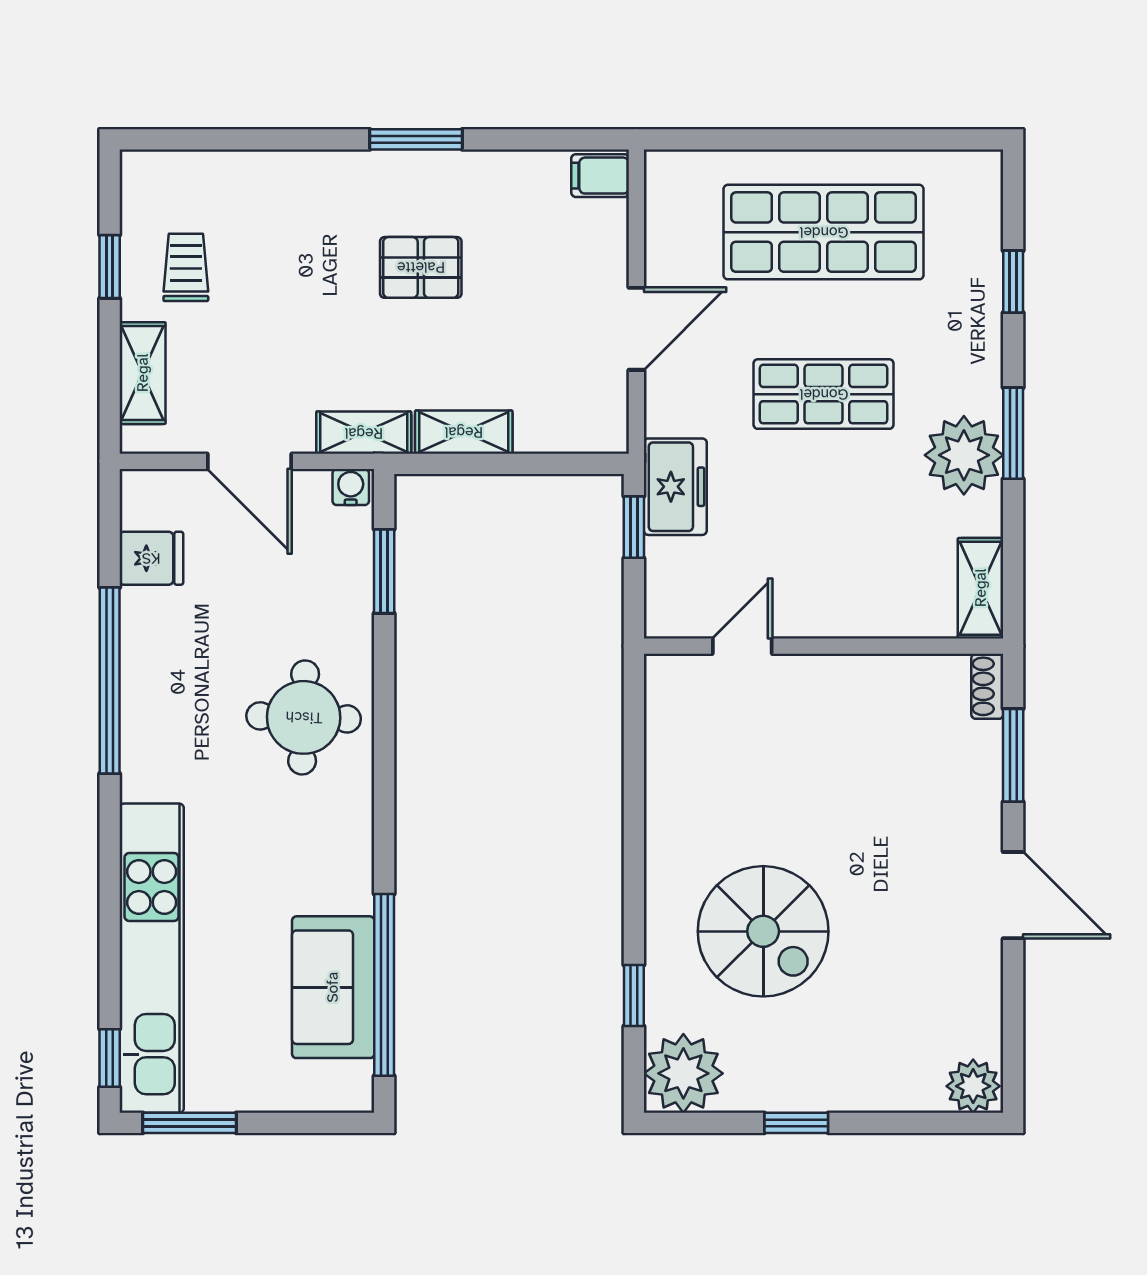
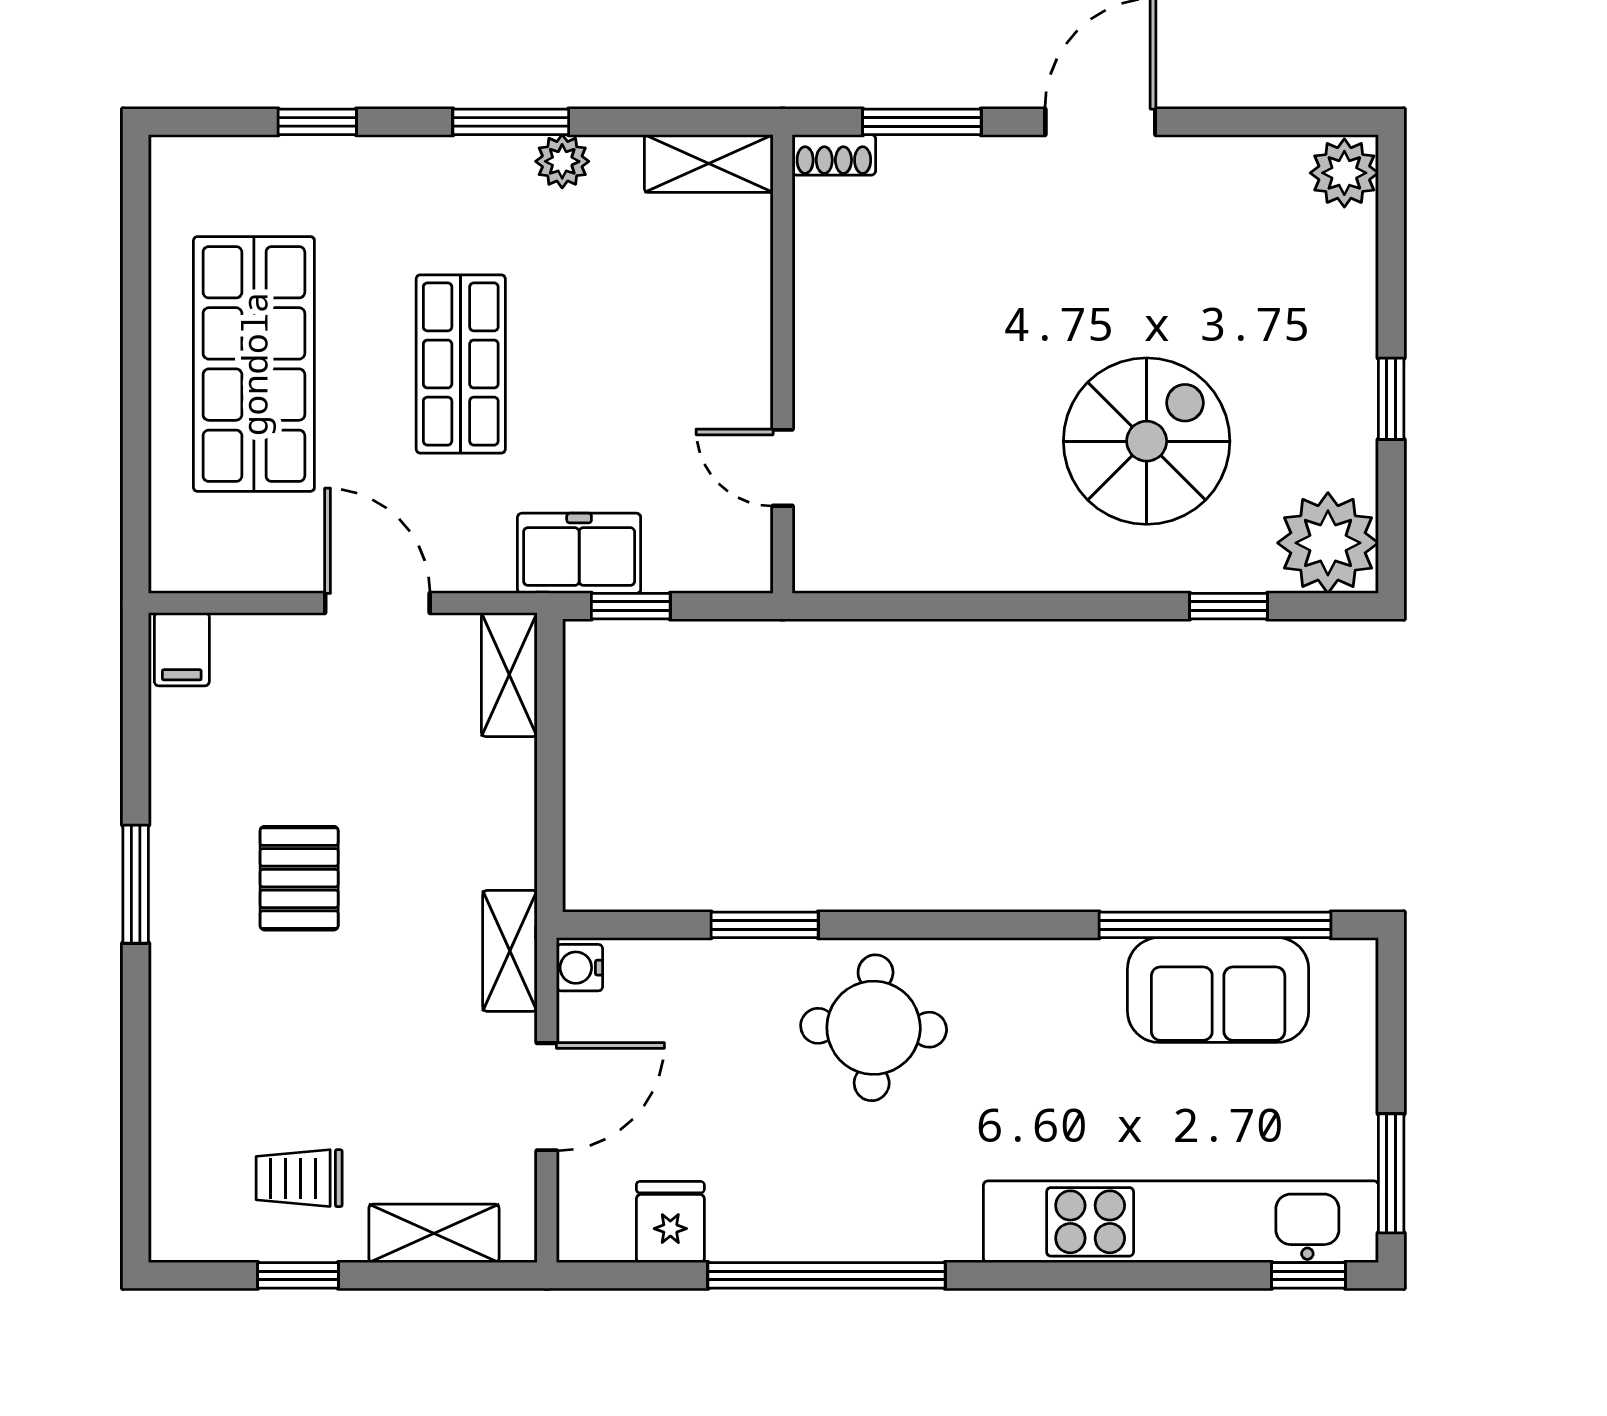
shelving: (464, 432) -> (509, 675), moved
plant: (964, 455) -> (562, 161), width x0.53, depth x0.53
window: (384, 571) -> (765, 925), moved

